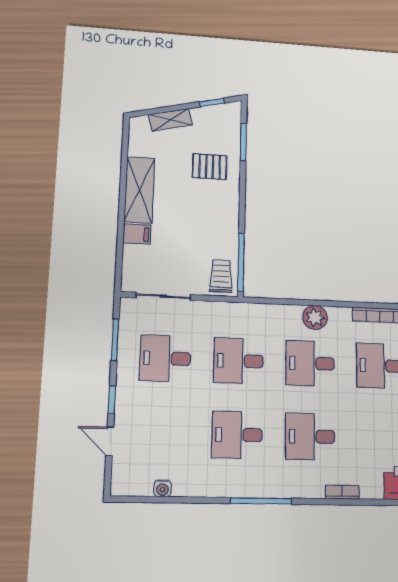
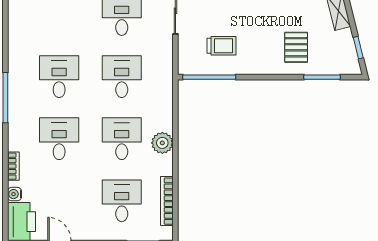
trolley: (221, 276) -> (221, 46), moved
water cooler: (162, 488) -> (15, 194), moved

